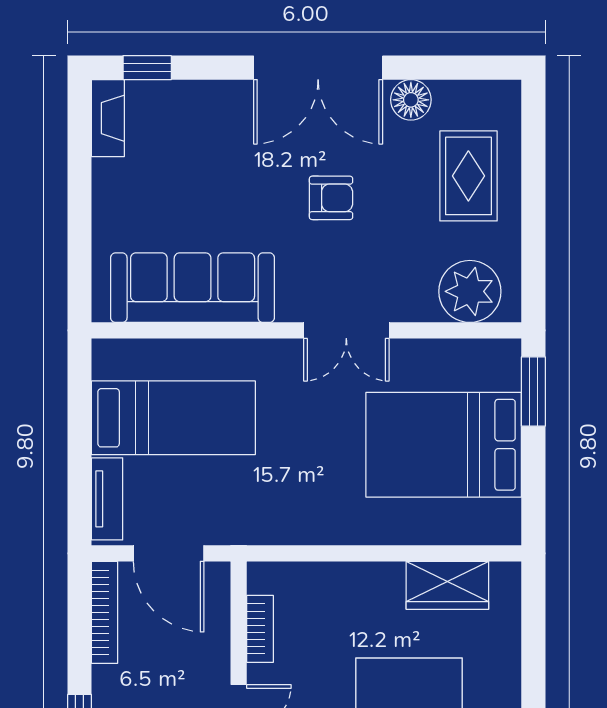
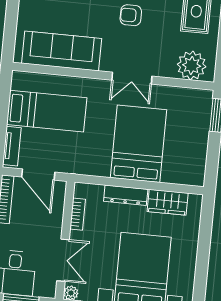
armchair: (331, 198) -> (131, 15), turned 180
bed: (444, 445) -> (139, 144), moved, turned 90
dresser: (358, 579) -> (126, 195), added

